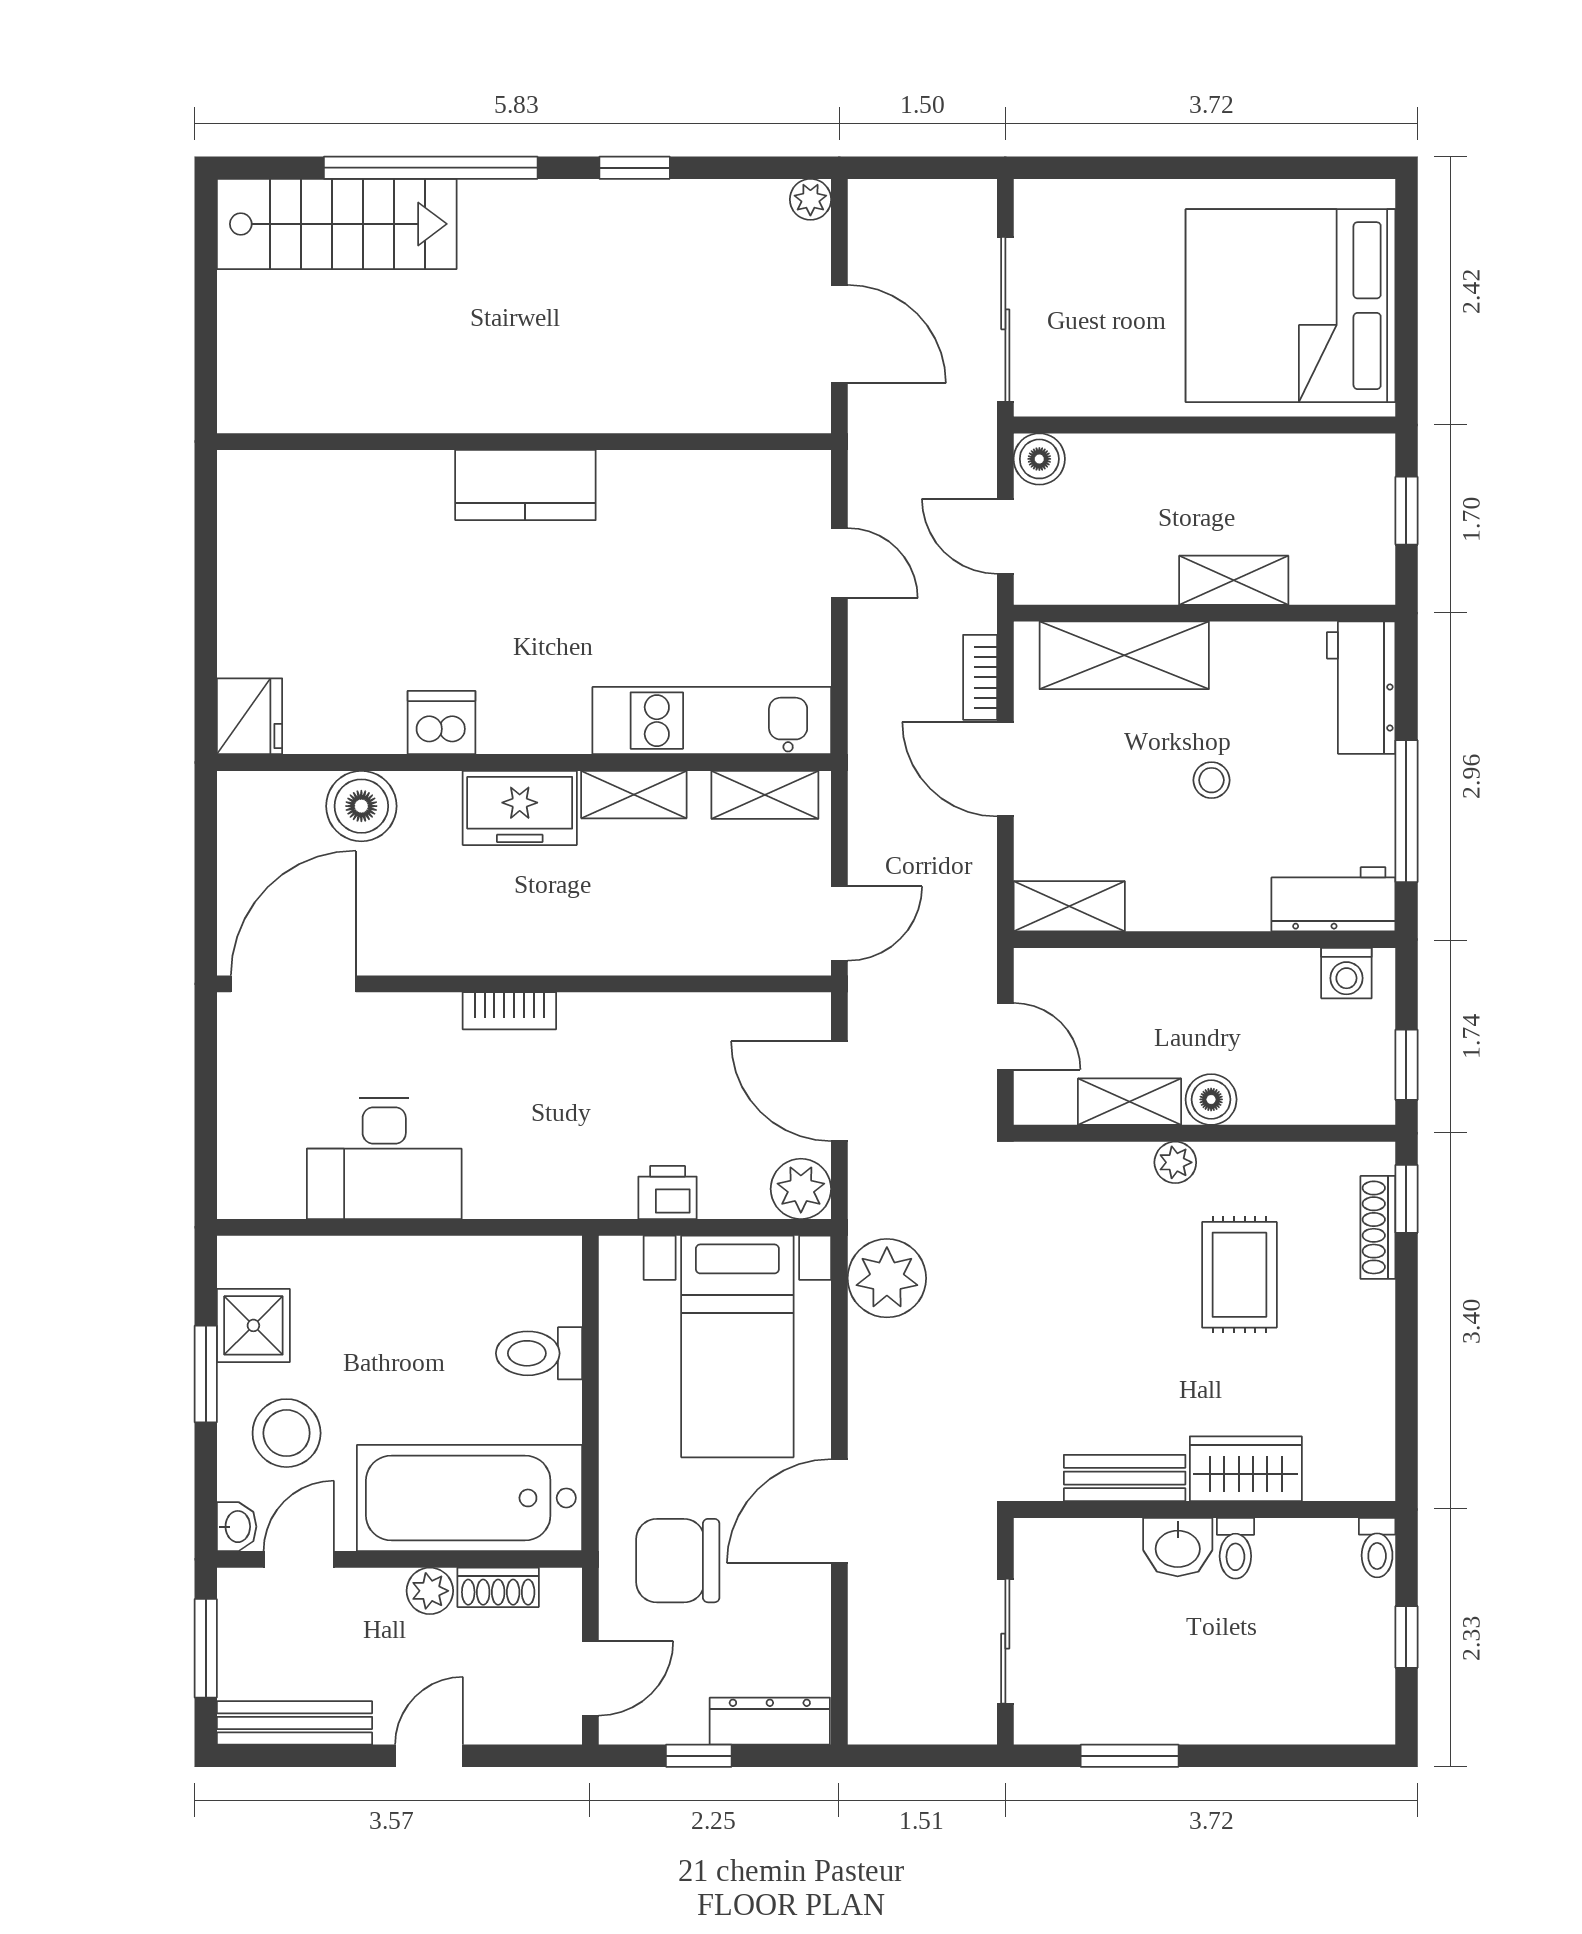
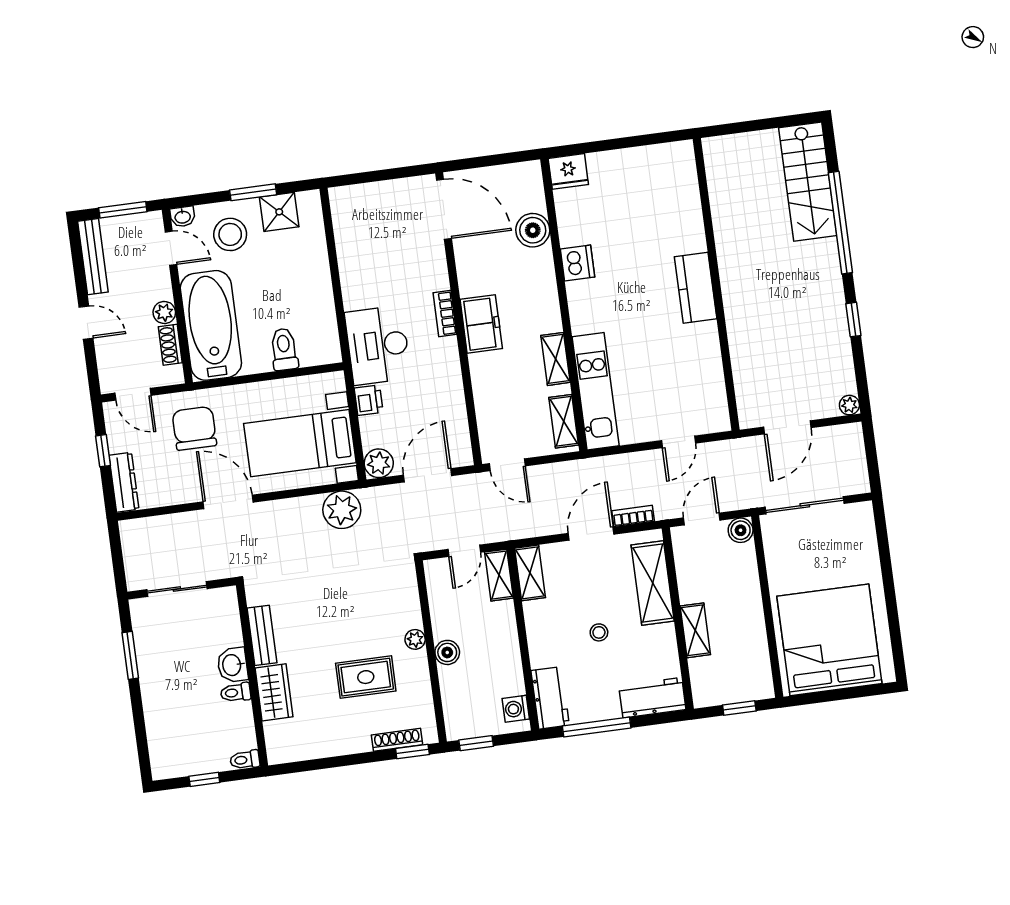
freezer: (520, 808) -> (481, 324), moved, turned 180
shelving: (1130, 1102) -> (499, 575), moved
desk: (384, 1158) -> (378, 345), moved

